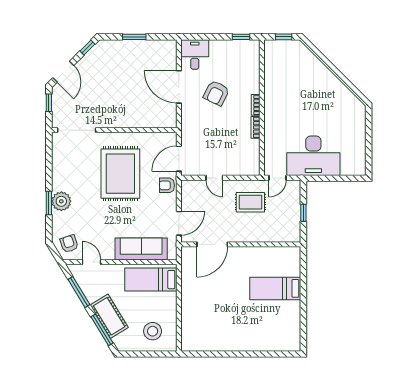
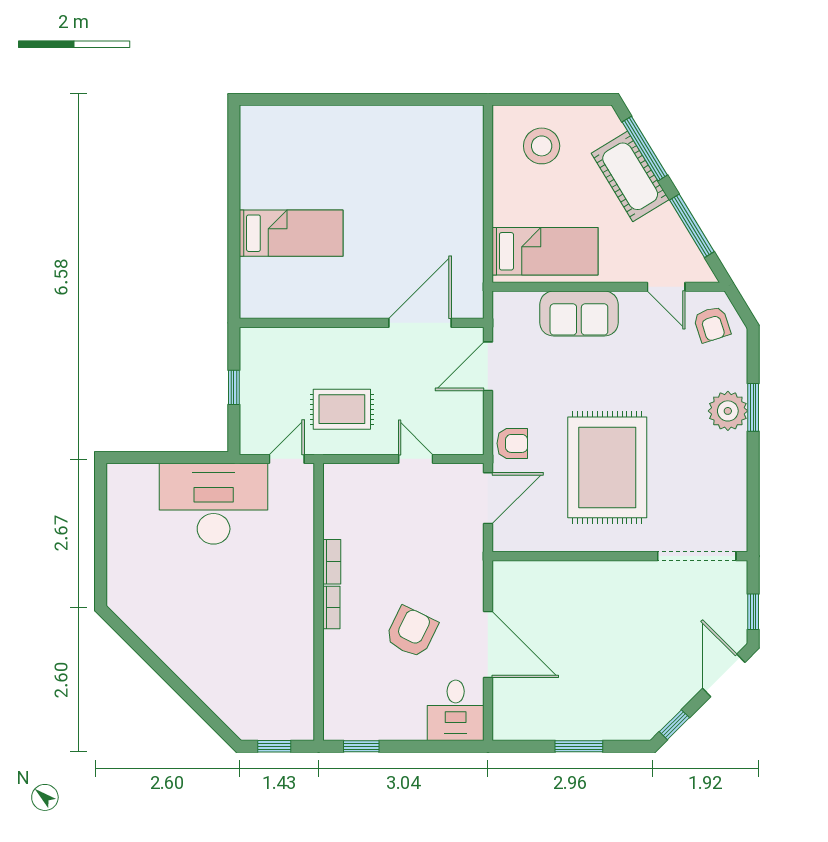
sofa: (141, 249) -> (579, 314), width x0.73

